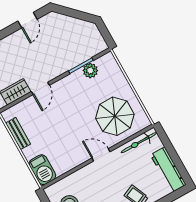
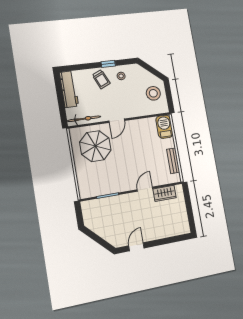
plant: (90, 71) -> (102, 189), removed
door: (101, 155) -> (117, 121), hinge flipped

